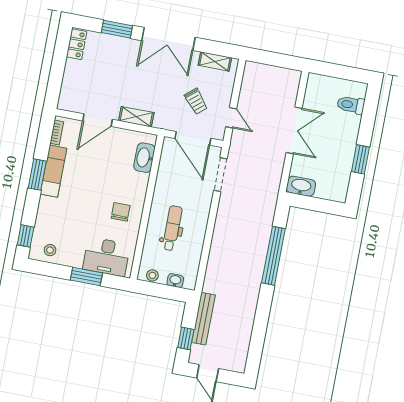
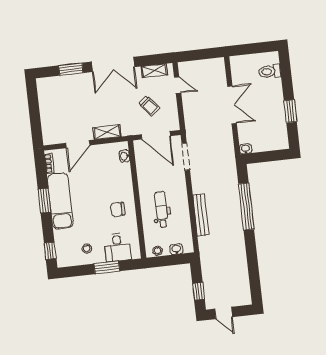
locker: (77, 44) -> (43, 91), removed
door: (231, 118) -> (178, 85), moved
washbasin: (144, 158) -> (125, 156), width x0.52, depth x0.69
exam couch: (53, 171) -> (60, 201), width x1.36, depth x1.45
washbasin: (301, 186) -> (246, 149), width x0.52, depth x0.69
chair: (121, 212) -> (118, 209), turned -90
stool: (50, 250) -> (87, 249), moved
desk: (106, 257) -> (118, 247), width x0.73
bench: (203, 319) -> (201, 215), moved

